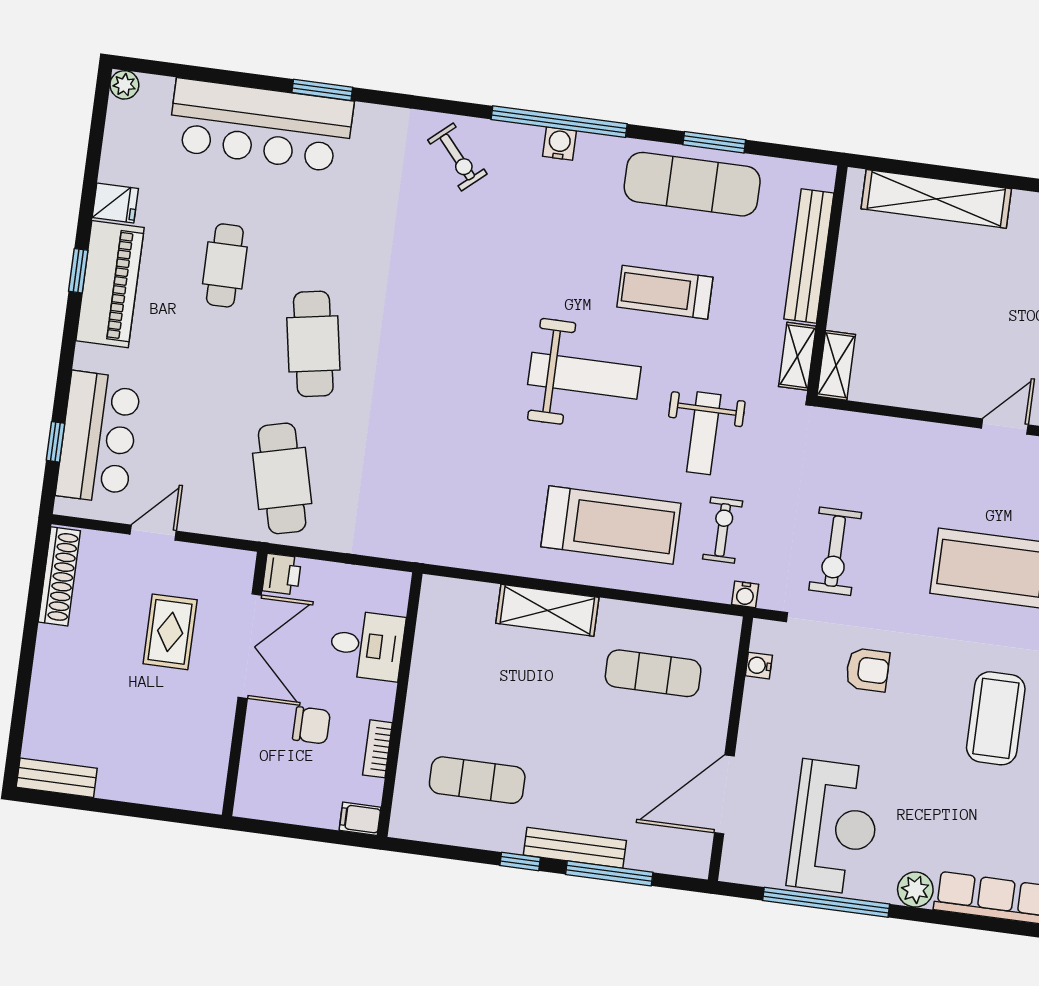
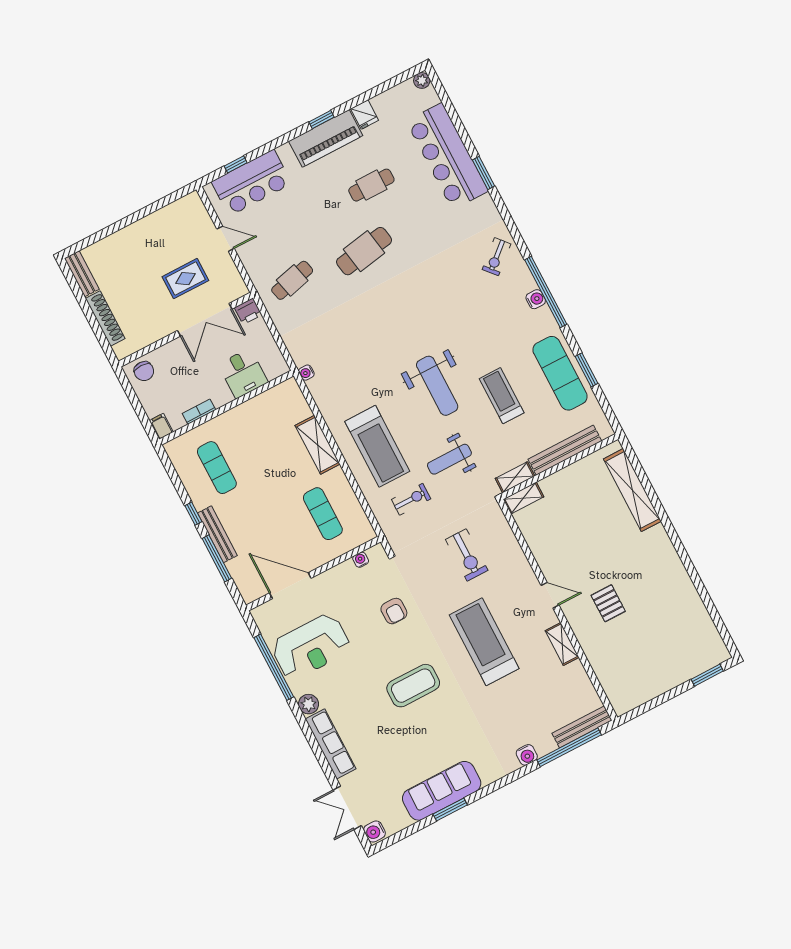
cafe table: (282, 478) -> (292, 280), width x0.73, depth x0.74
exercise bike: (835, 551) -> (467, 555), moved, turned -90
shoe rack: (59, 576) -> (105, 318), moved, turned -90
water cooler: (745, 594) -> (306, 373), moved
chair: (312, 725) -> (144, 371), moved

